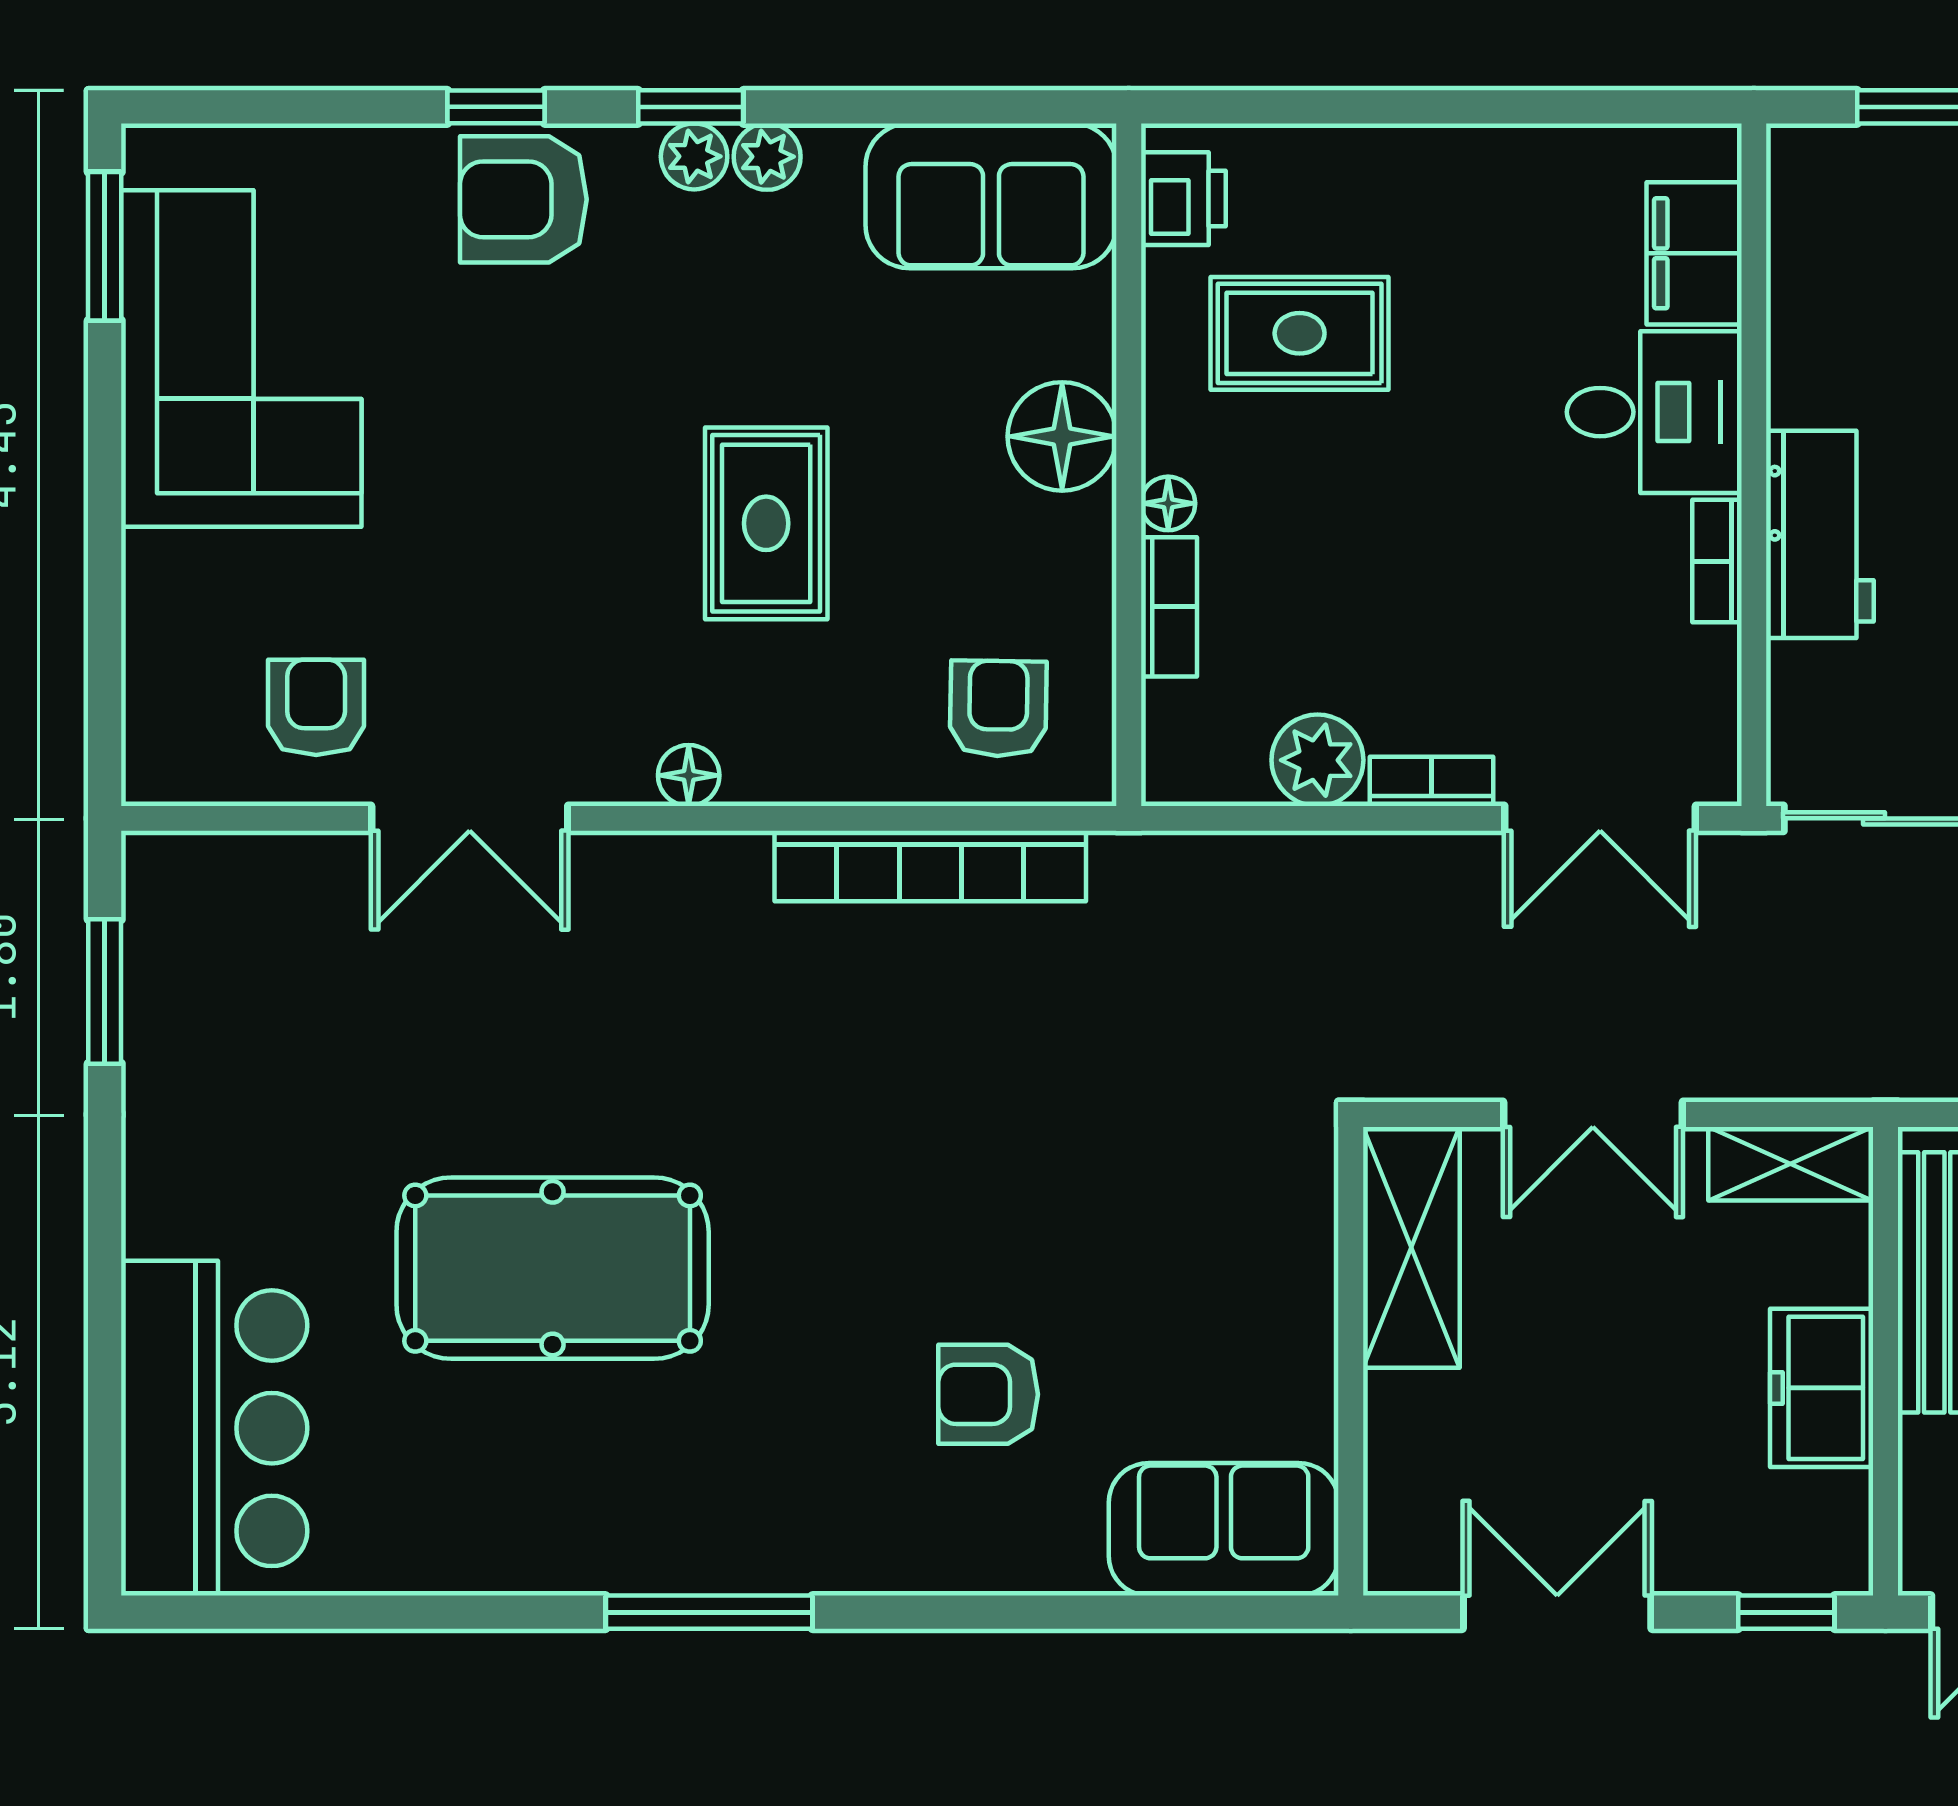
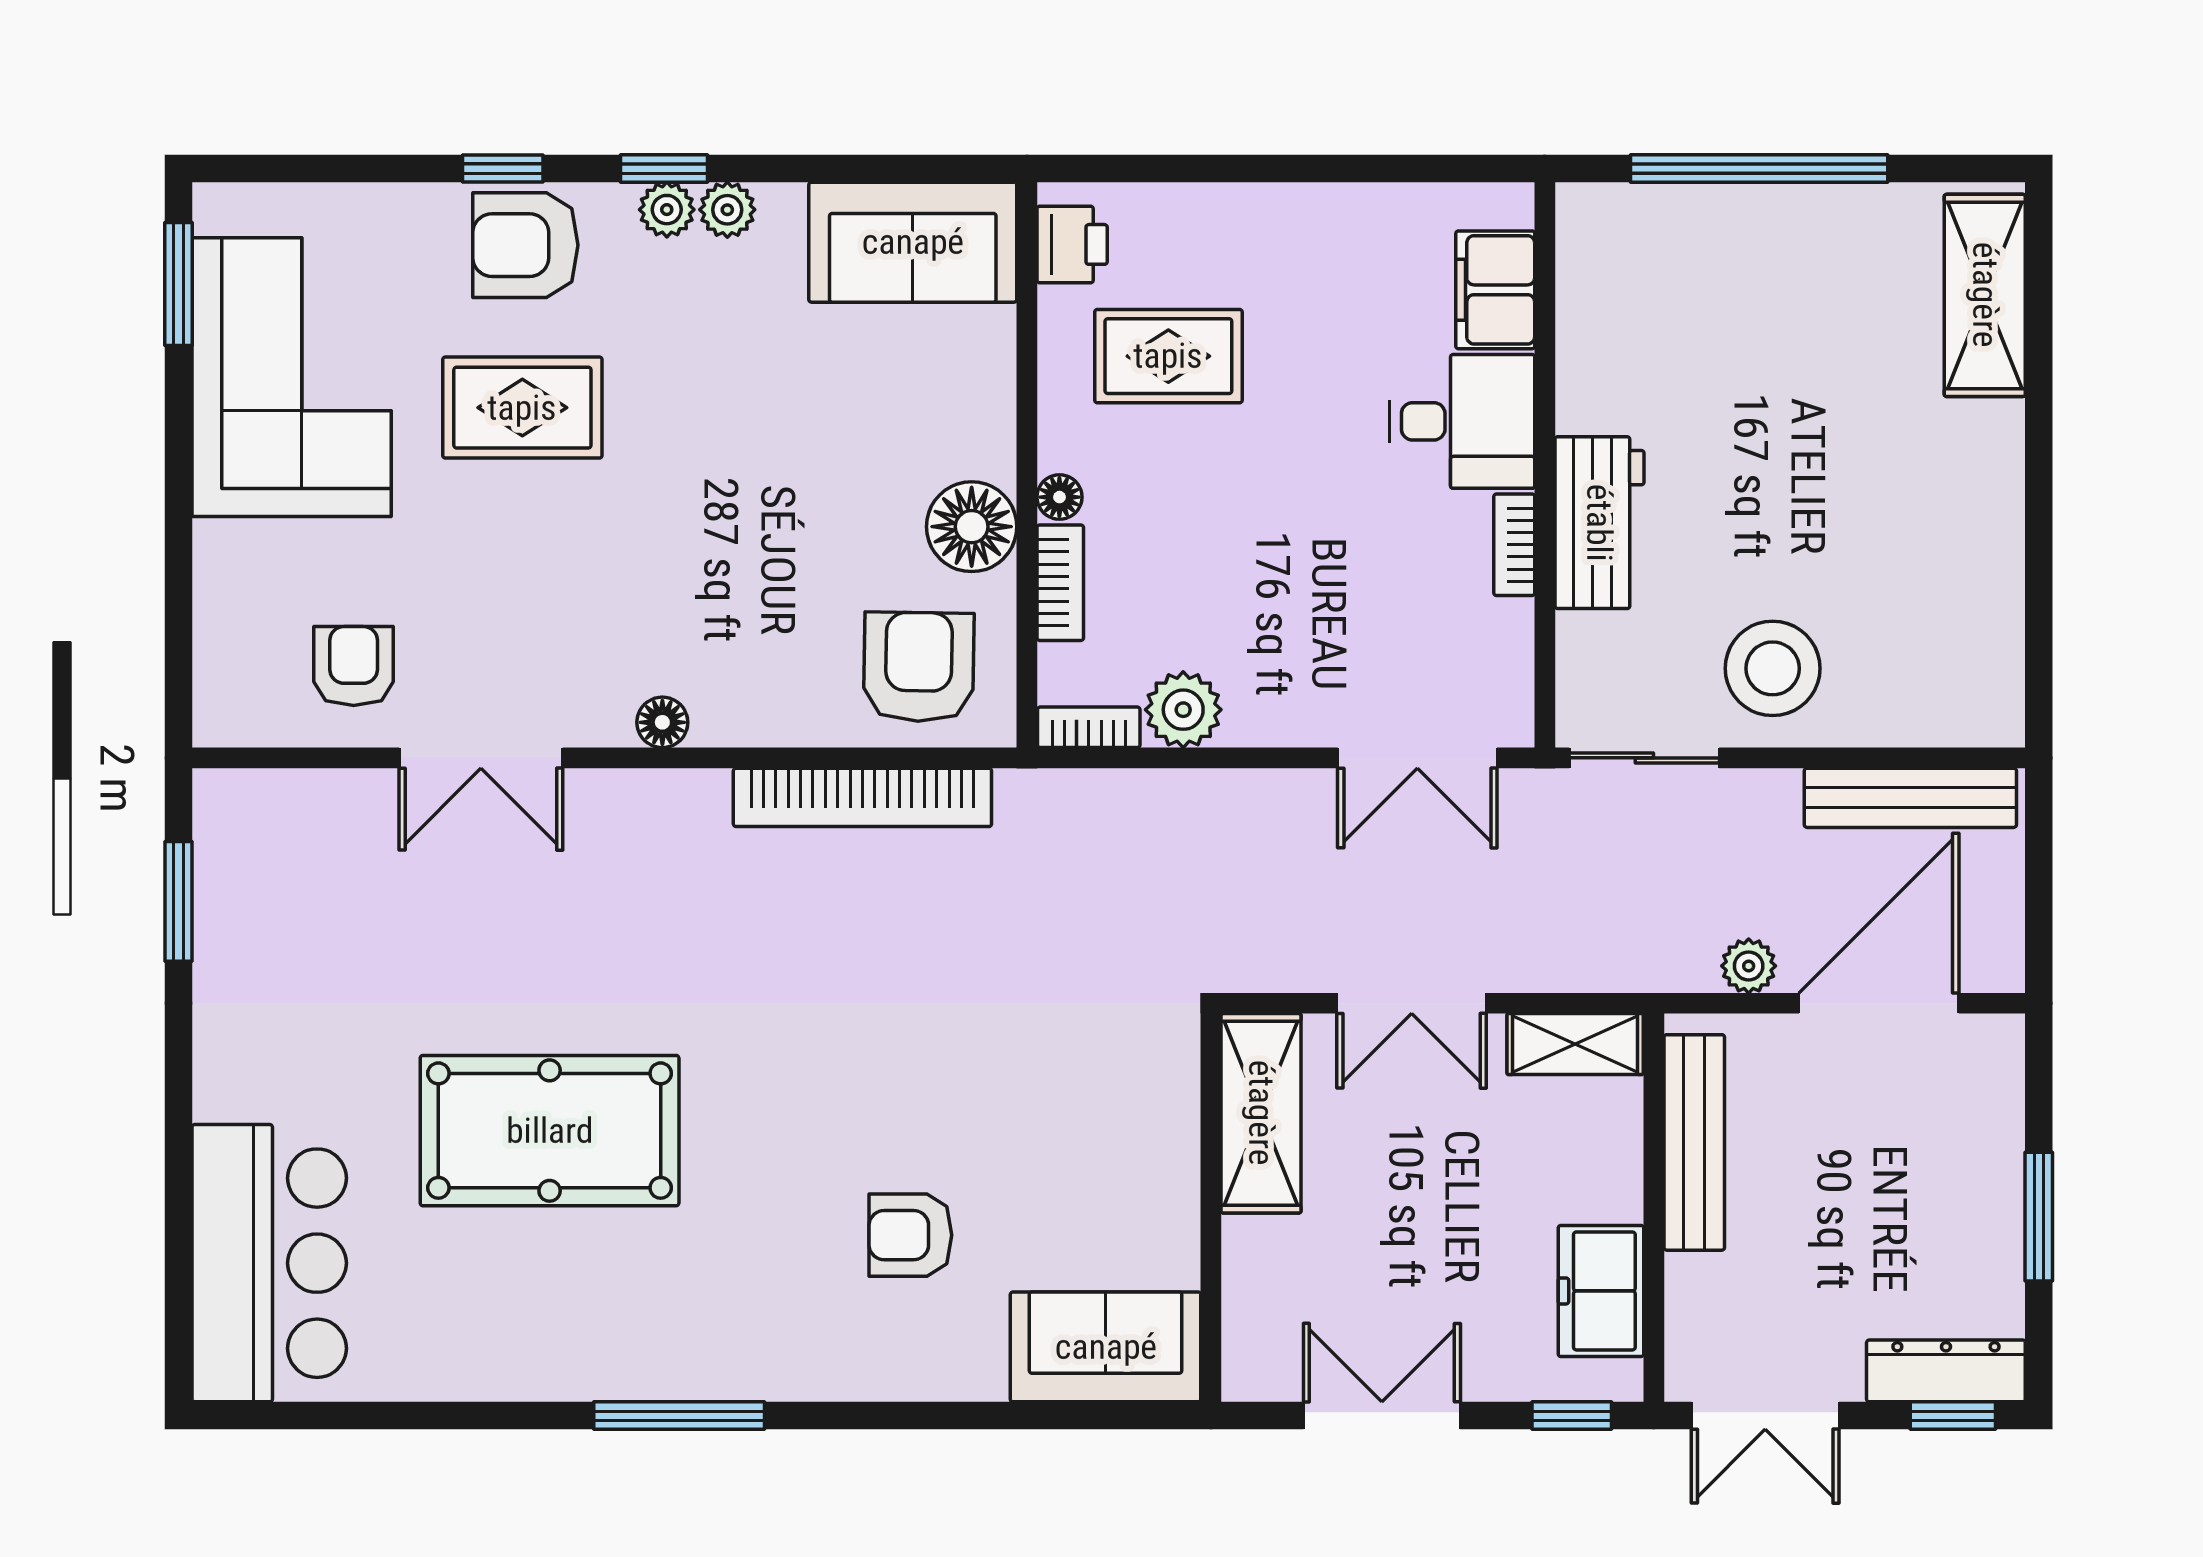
floor lamp: (1062, 436) -> (972, 527), moved
rug: (766, 523) -> (522, 408), moved, turned 90
armchair: (998, 709) -> (919, 667), width x1.38, depth x1.38
bookcase: (1431, 781) -> (1089, 727), moved
freezer: (1822, 1388) -> (1601, 1291), moved

